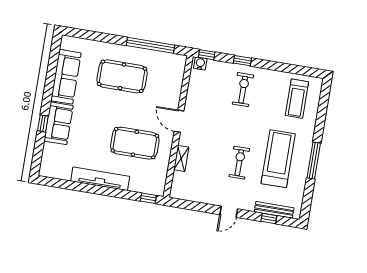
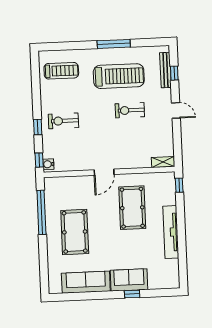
shelving: (181, 158) -> (163, 162), moved
treadmill: (278, 159) -> (119, 76), turned 180

